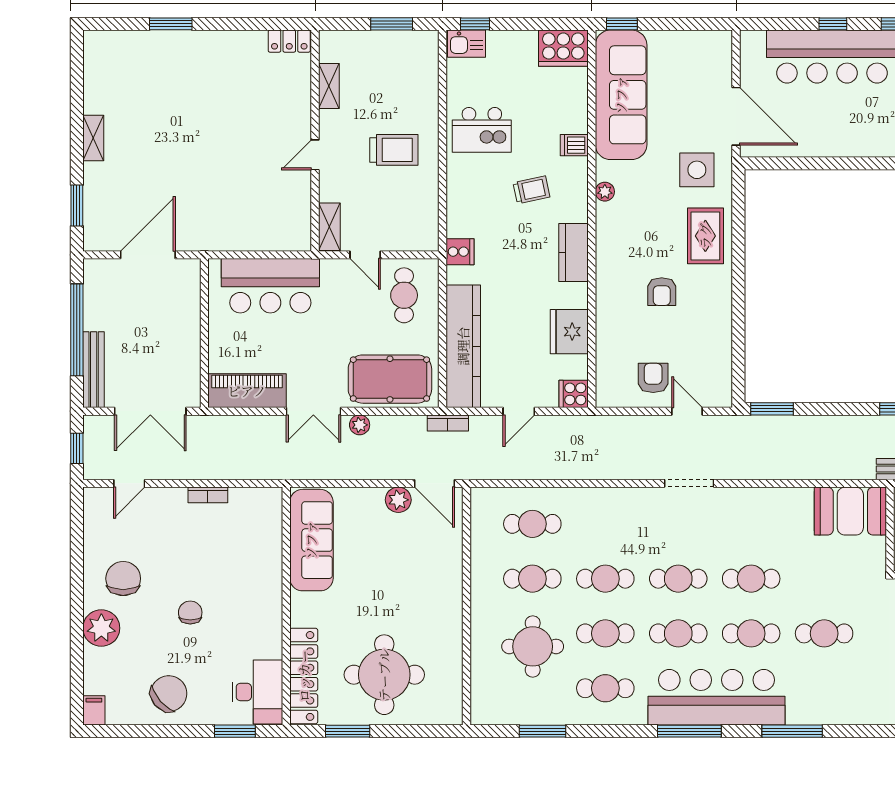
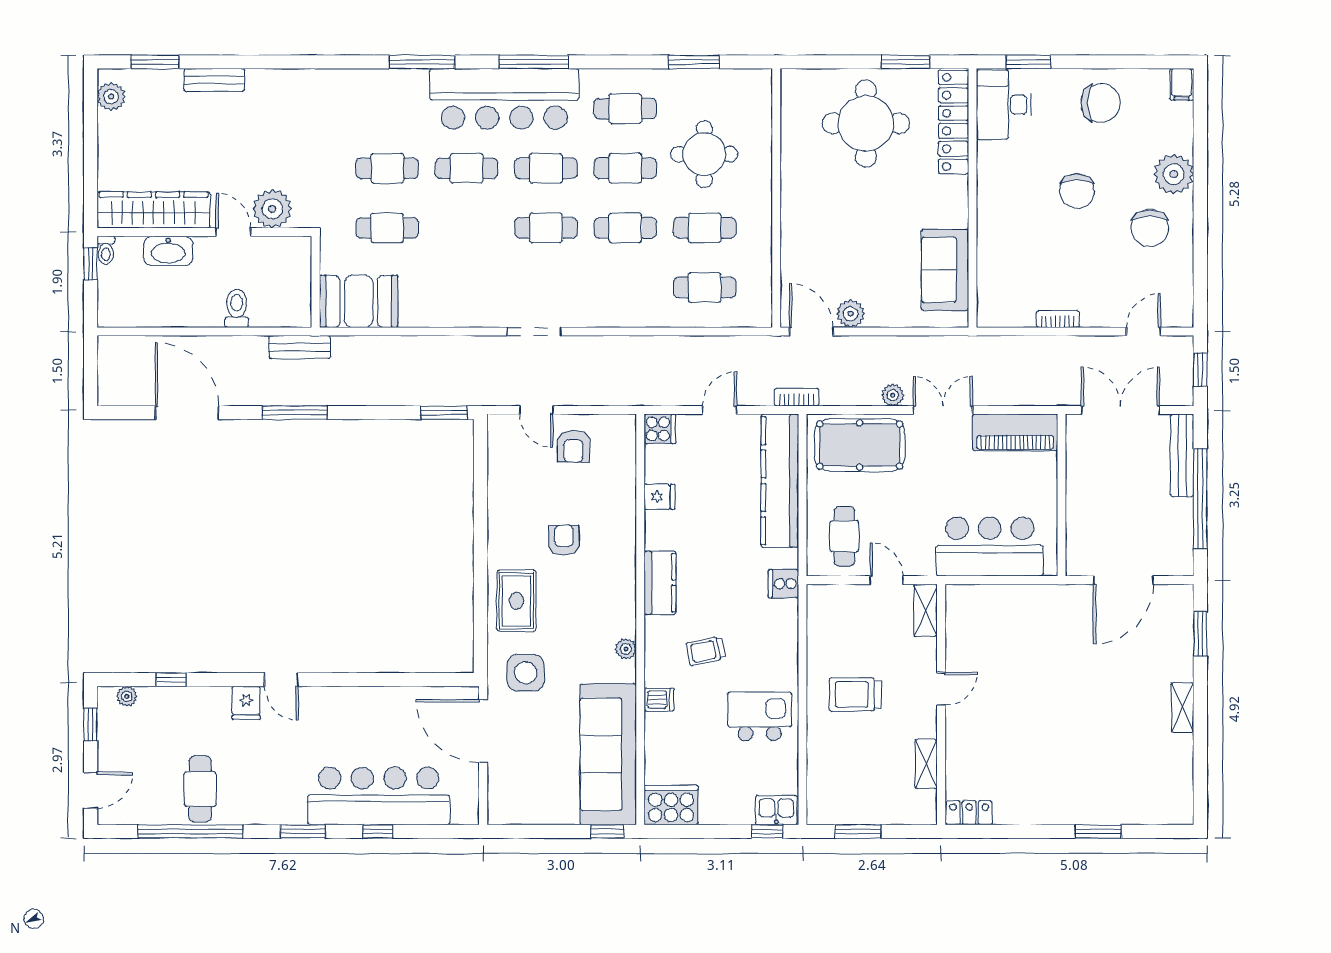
fridge: (569, 332) -> (659, 497), width x0.53, depth x0.75
sofa: (311, 540) -> (945, 270), width x0.73
cafe table: (751, 579) -> (387, 228), moved
chair: (190, 612) -> (1077, 191), width x1.37, depth x1.37
chair: (169, 694) -> (1100, 103), turned -139

